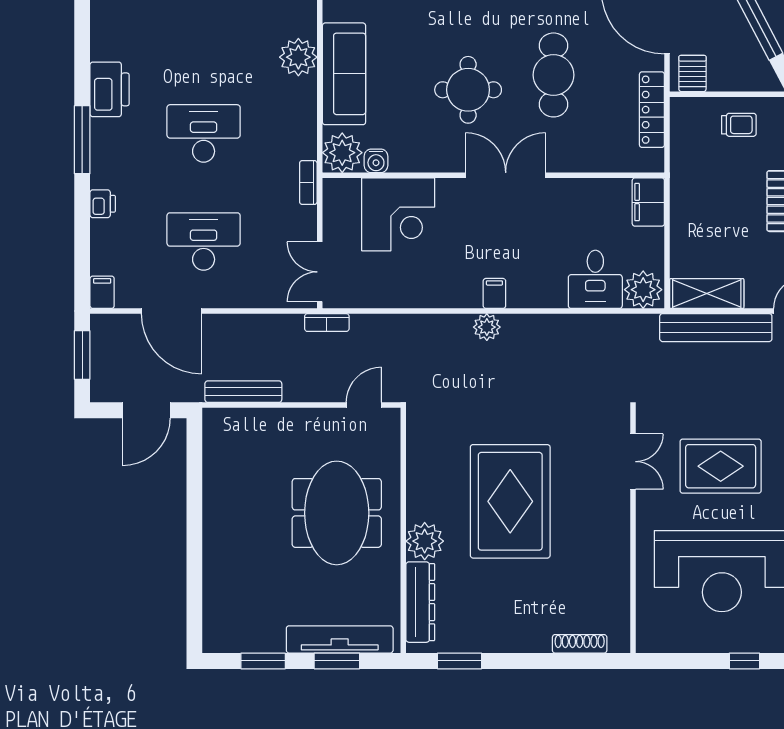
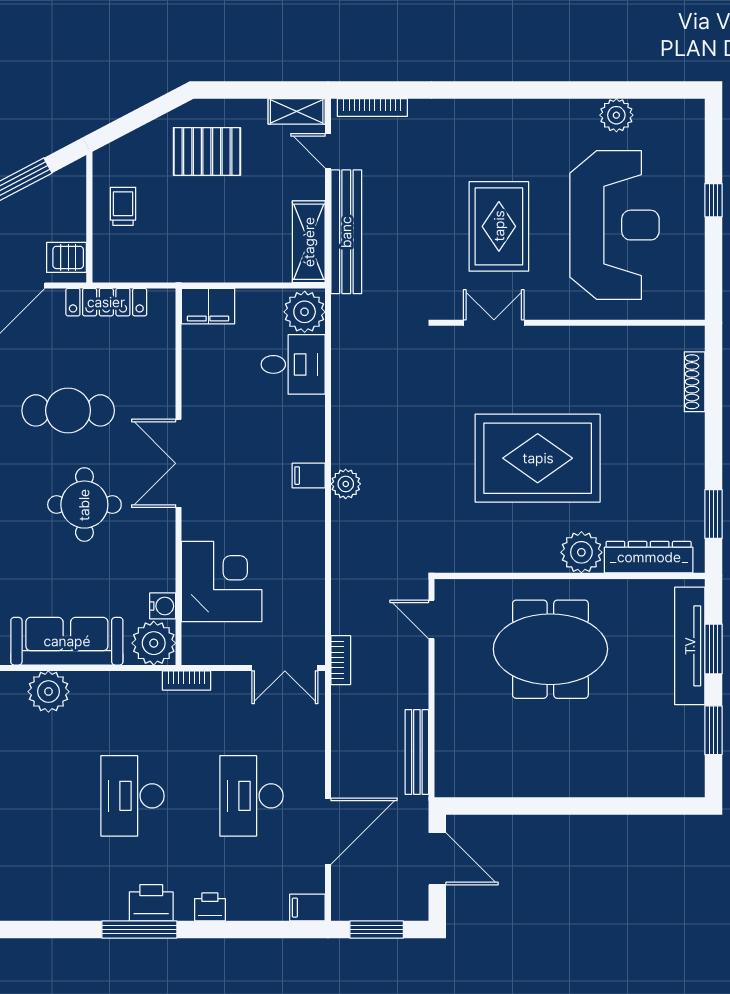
printer: (110, 89) -> (151, 903), moved, width x0.73, depth x0.84

